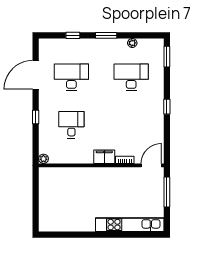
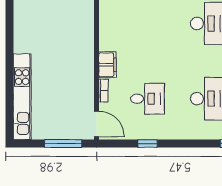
window: (167, 107) -> (148, 144), moved
desk: (71, 125) -> (147, 99), moved

